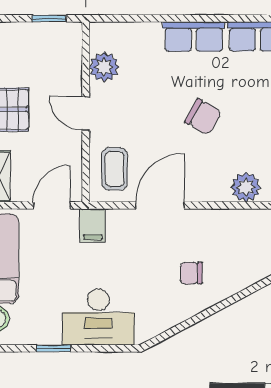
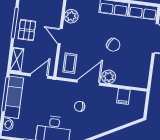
plant: (246, 187) -> (109, 77), moved
filing cabinet: (93, 225) -> (123, 96), moved
chair: (191, 273) -> (80, 106), moved

